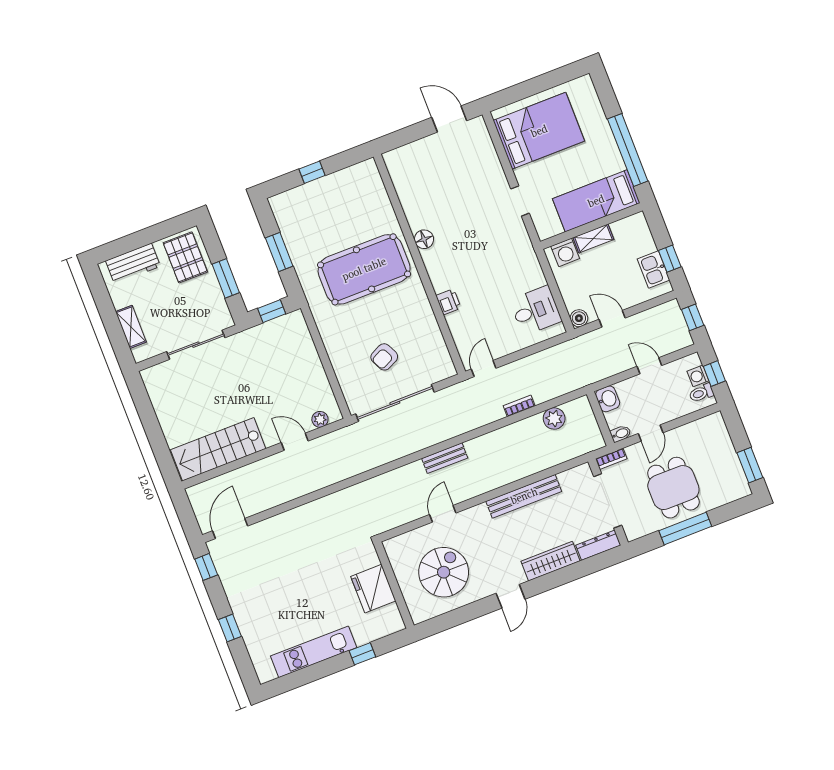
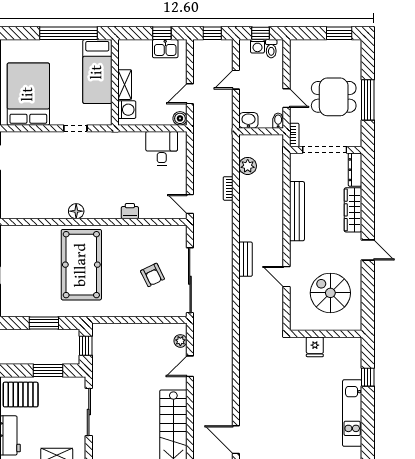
fridge: (373, 589) -> (315, 347), width x0.53, depth x0.75

